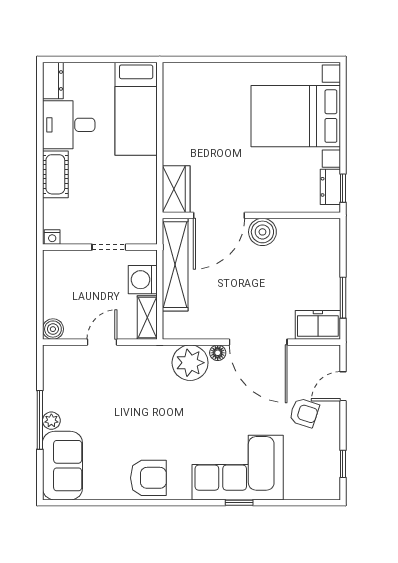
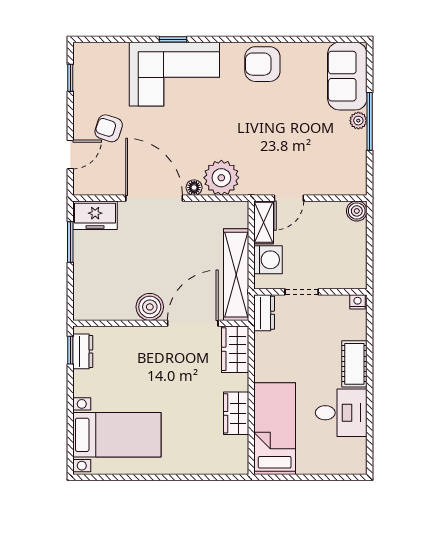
dresser: (53, 80) -> (264, 313), moved, turned 180
bed with nightstands: (296, 116) -> (117, 435), width x0.73
wardrobe: (175, 124) -> (236, 413), added
door: (102, 342) -> (289, 198), moved

